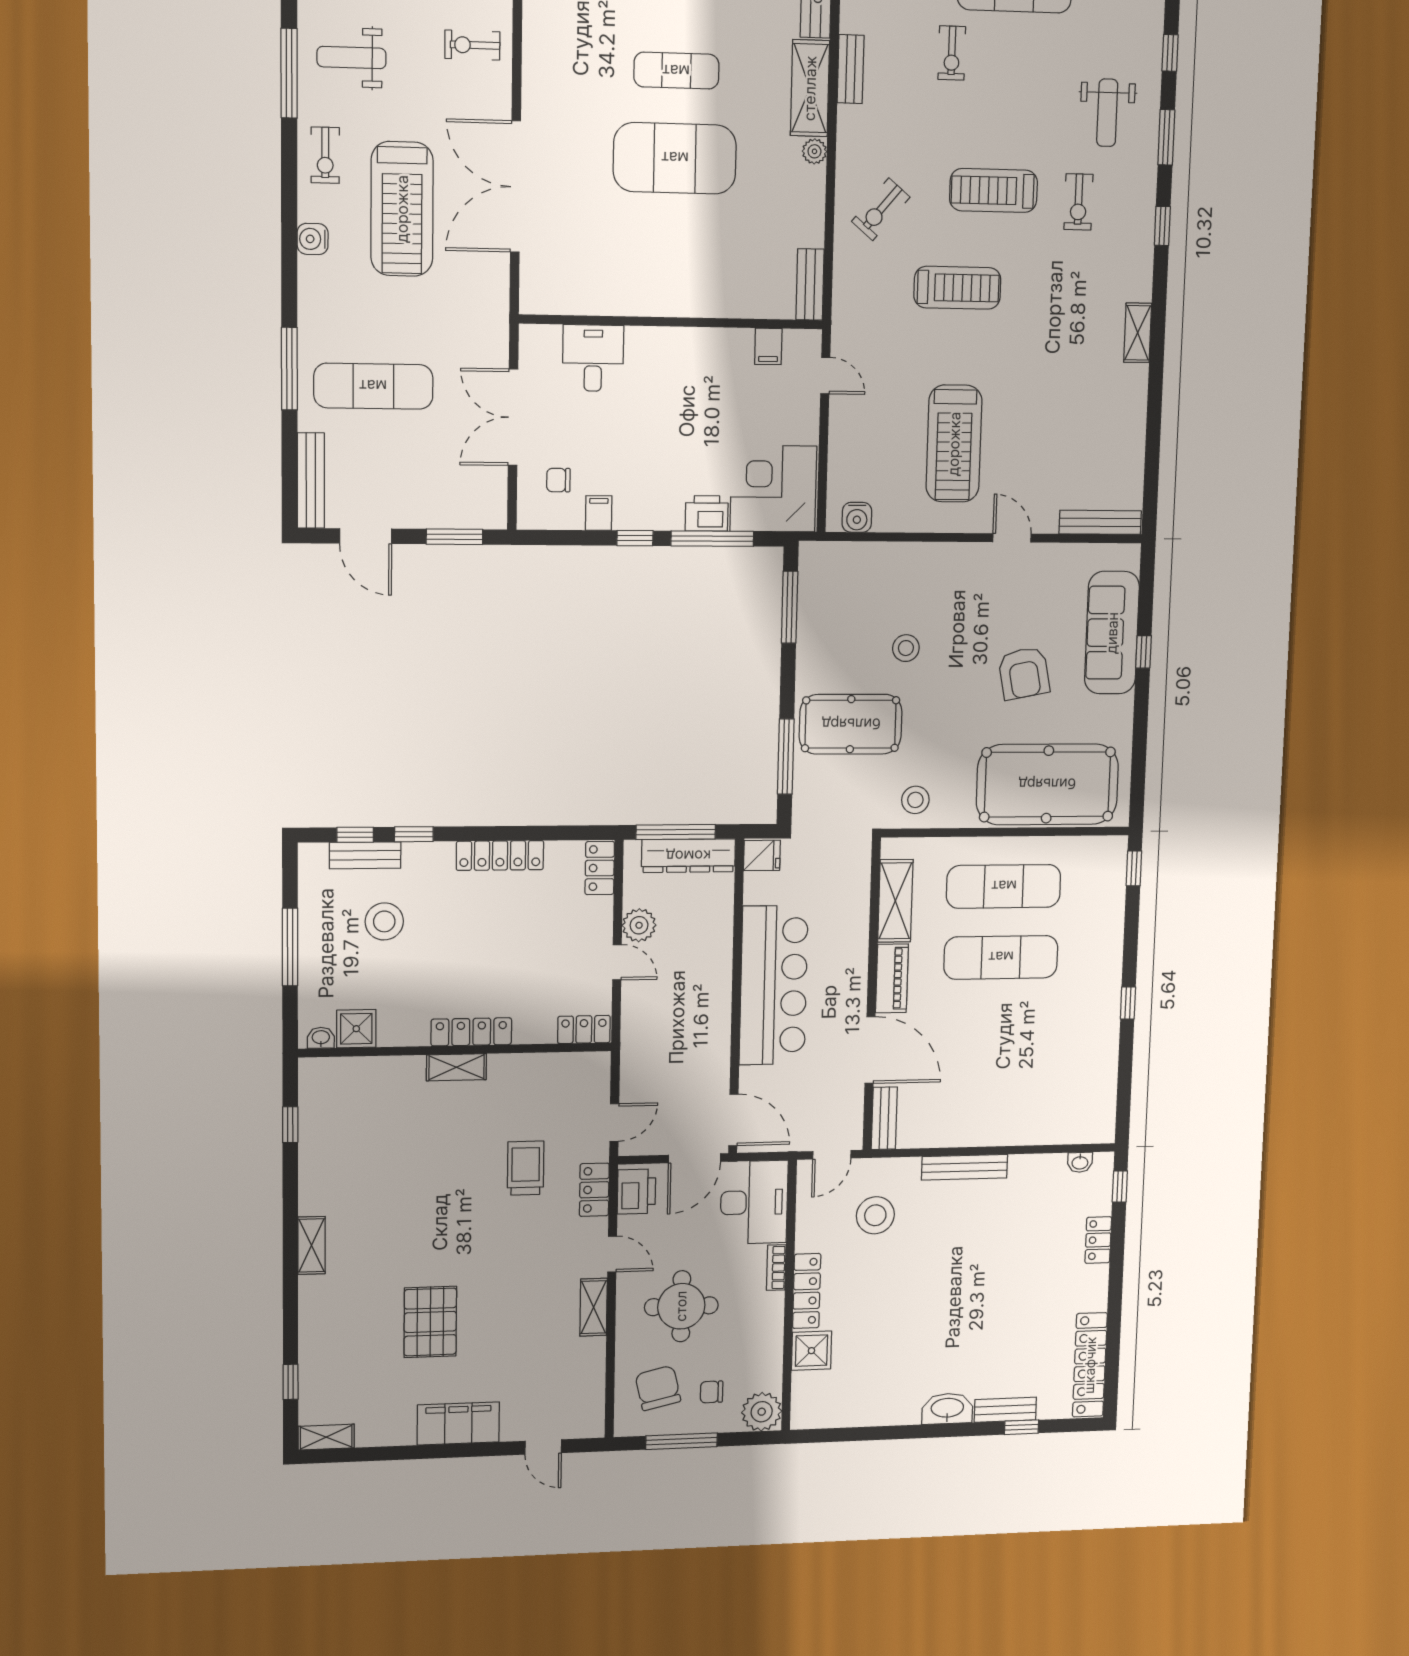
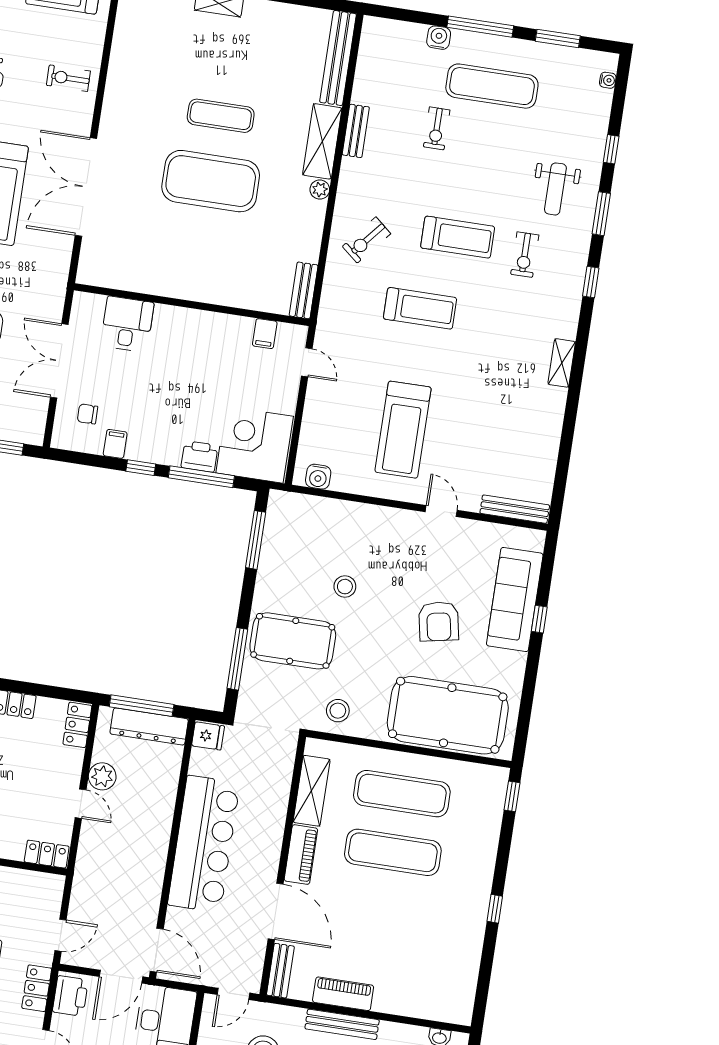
treadmill: (994, 190) -> (458, 237), turned 180
piano: (962, 1132) -> (343, 994), added

